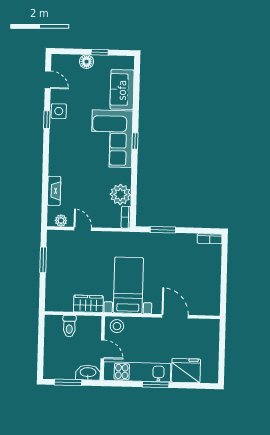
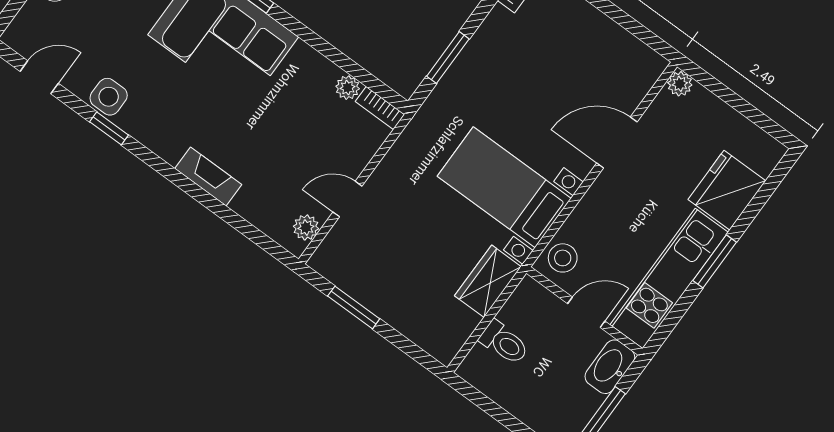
fireplace: (54, 191) -> (208, 177), moved
plant: (120, 194) -> (348, 88), width x0.53, depth x0.53
plant: (214, 325) -> (680, 84), added

